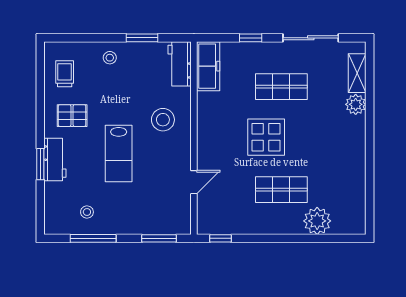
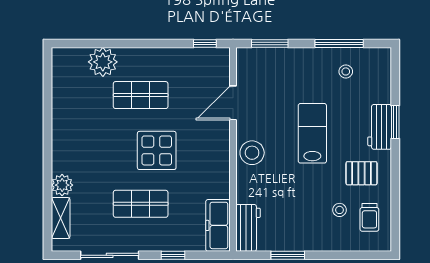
stool: (110, 58) -> (339, 210), moved
stool: (163, 120) -> (252, 153), moved
door: (194, 182) -> (233, 103), width x1.38

